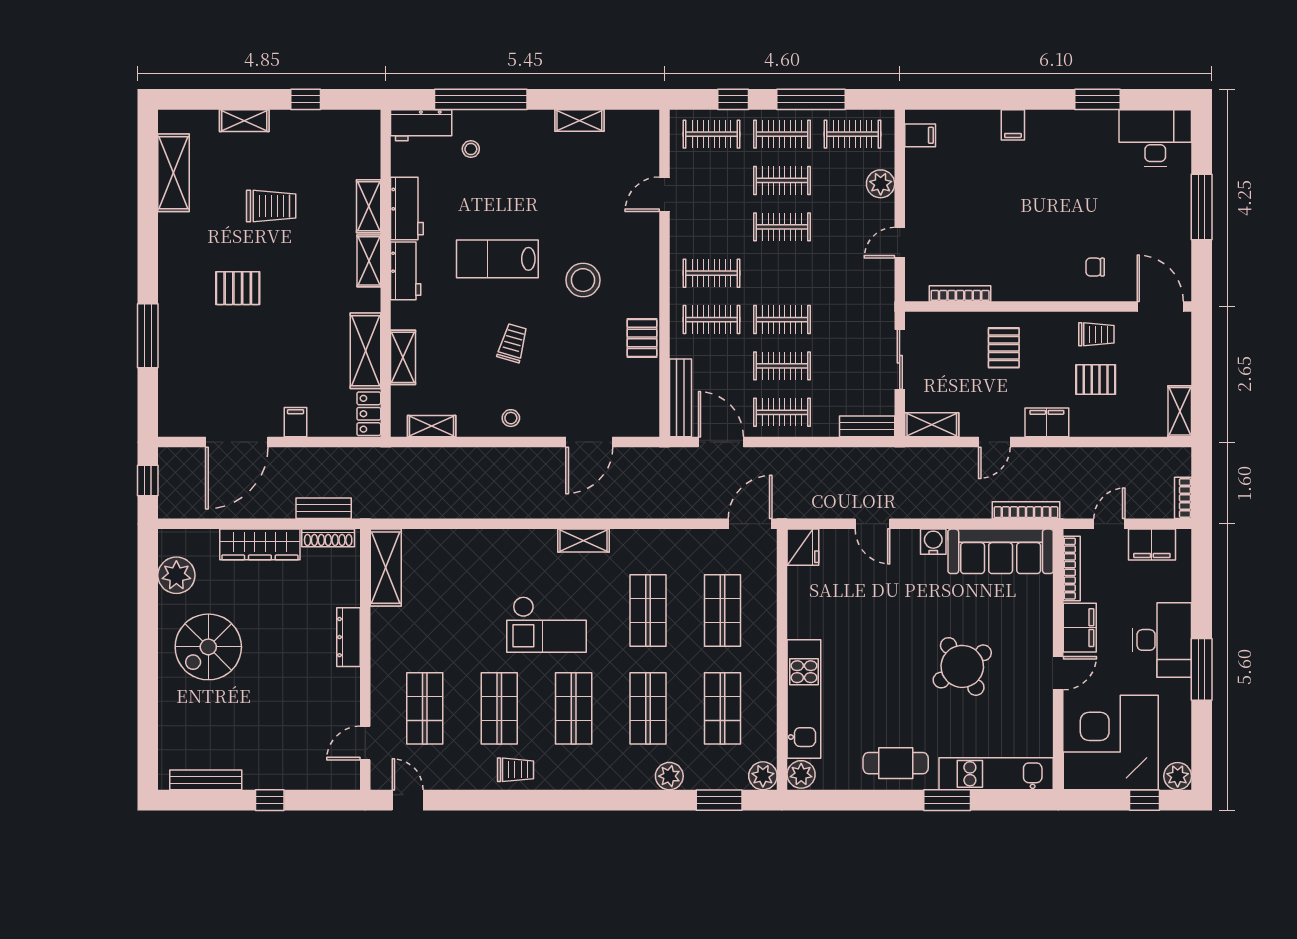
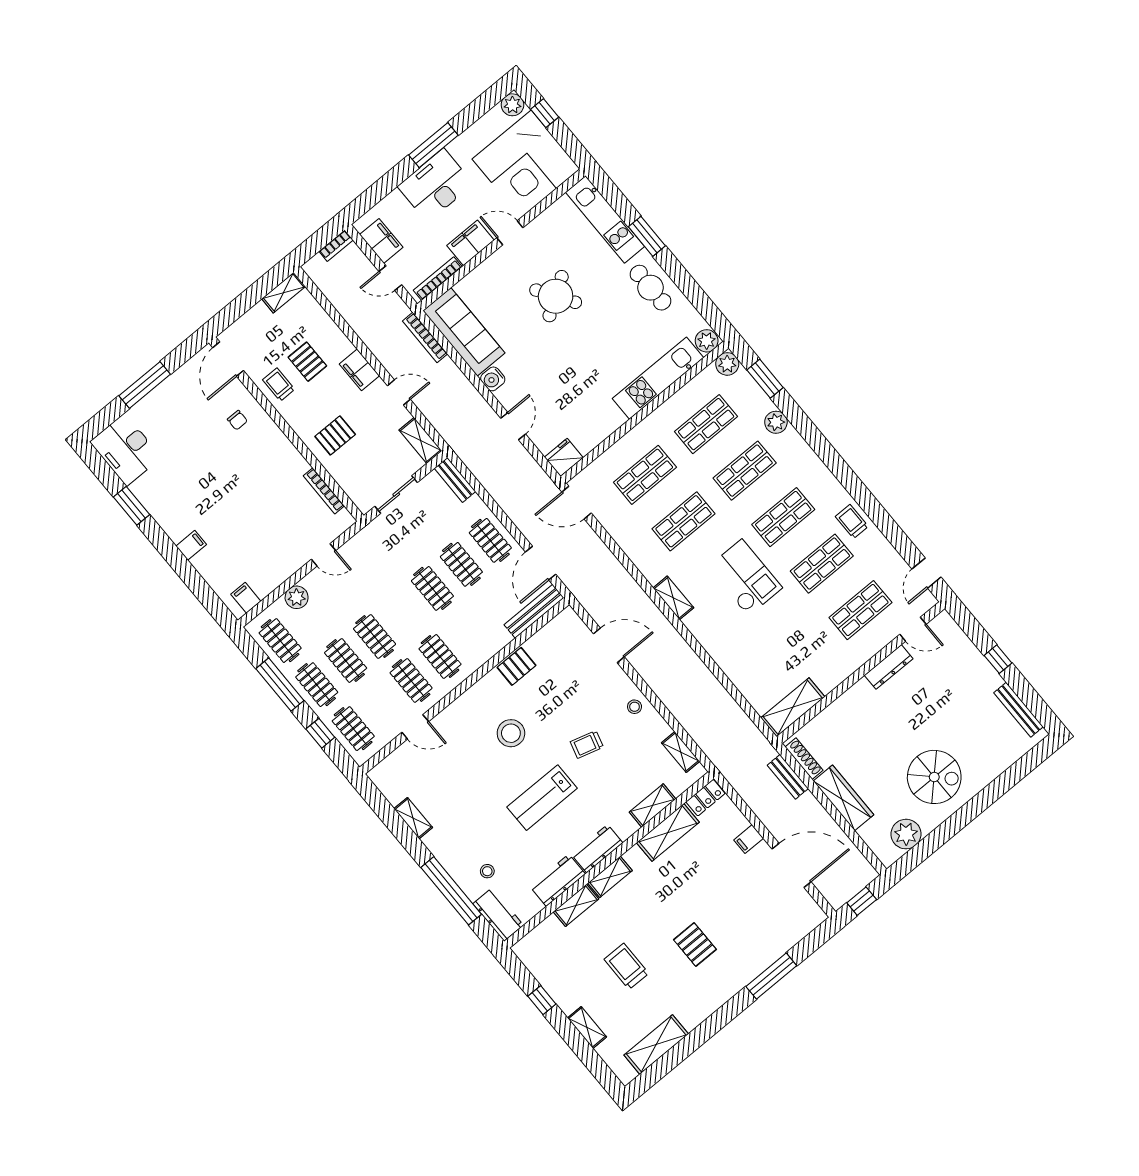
lab bench: (497, 259) -> (542, 798), turned 90
clothes rail: (712, 320) -> (411, 681), moved
dresser: (349, 637) -> (889, 667), moved

